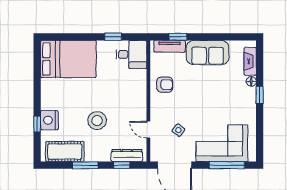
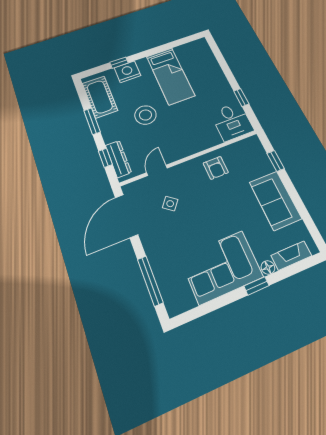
tv unit: (170, 46) -> (261, 156), removed
bed: (68, 59) -> (170, 76), moved, width x0.67
corner sofa: (222, 143) -> (221, 267), moved, turned -90

